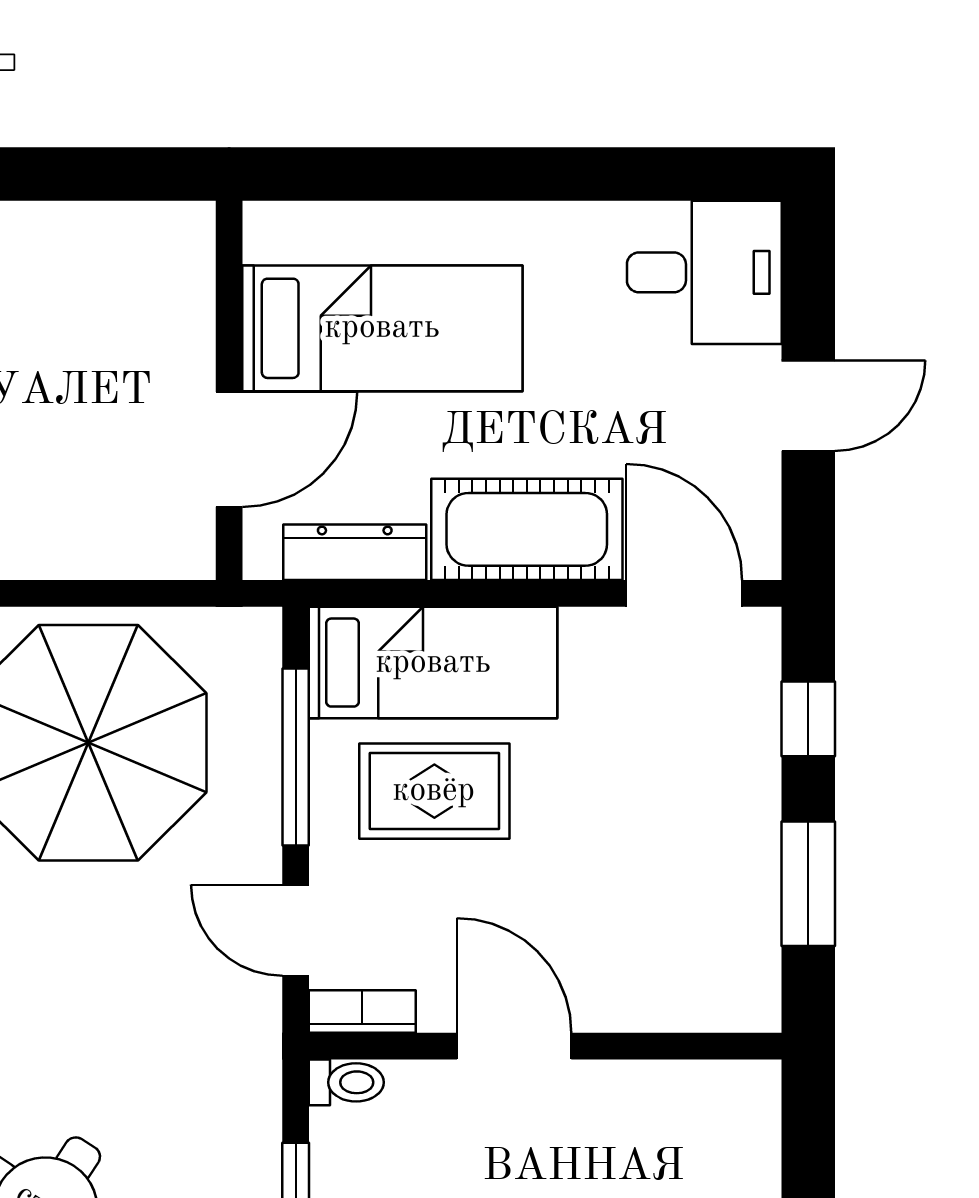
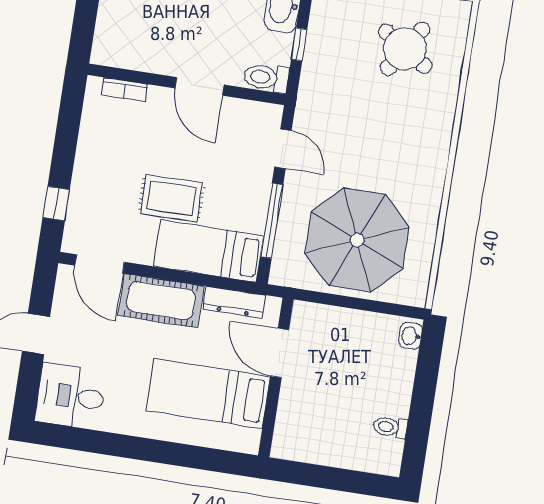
door: (229, 449) -> (280, 353), hinge flipped
rug: (434, 791) -> (172, 198), moved
window: (808, 884) -> (67, 135), removed
bookcase: (362, 1011) -> (125, 90), moved
toilet: (346, 1082) -> (266, 78), width x1.37, depth x1.39

